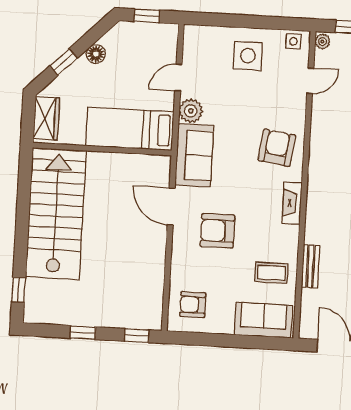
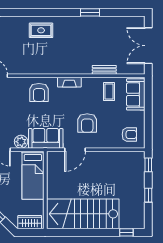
armchair: (277, 148) -> (39, 92), turned -98
armchair: (193, 305) -> (129, 134), turned -90

